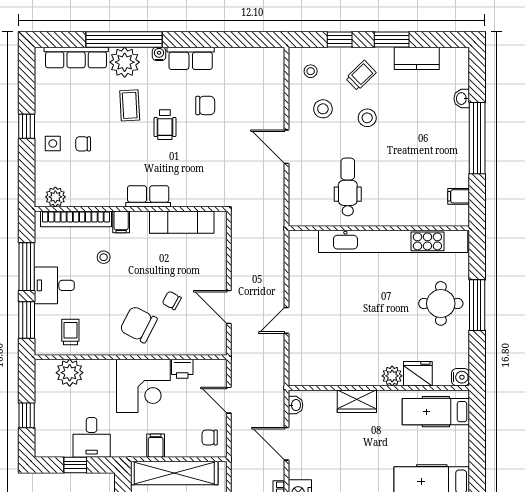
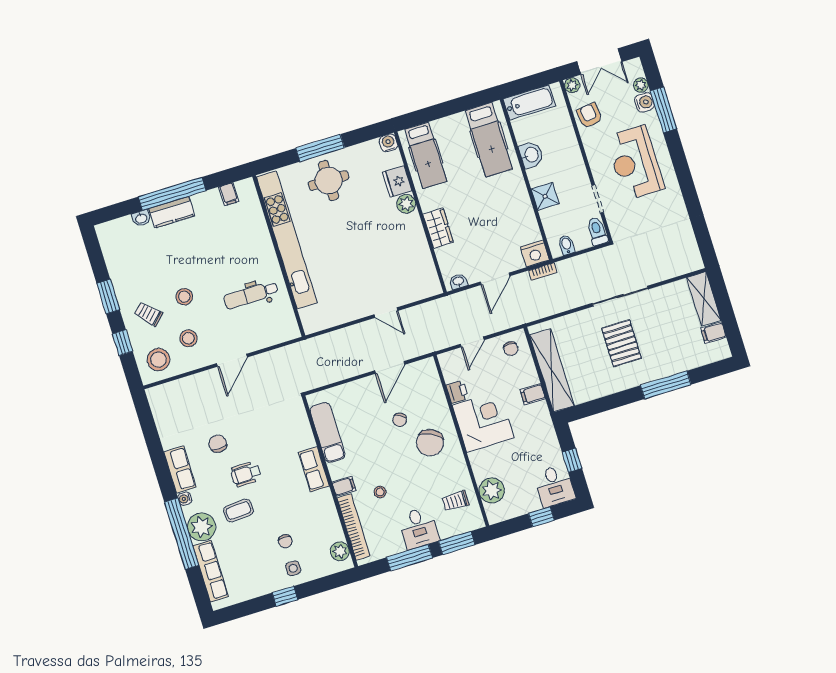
kitchen counter: (417, 58) -> (172, 212), moved, turned 90
stool: (311, 71) -> (158, 360), width x1.89, depth x1.89
wheelchair: (165, 125) -> (246, 474), turned 180
desk: (92, 437) -> (554, 486), moved, turned 90

